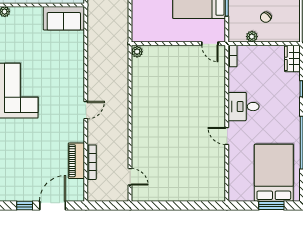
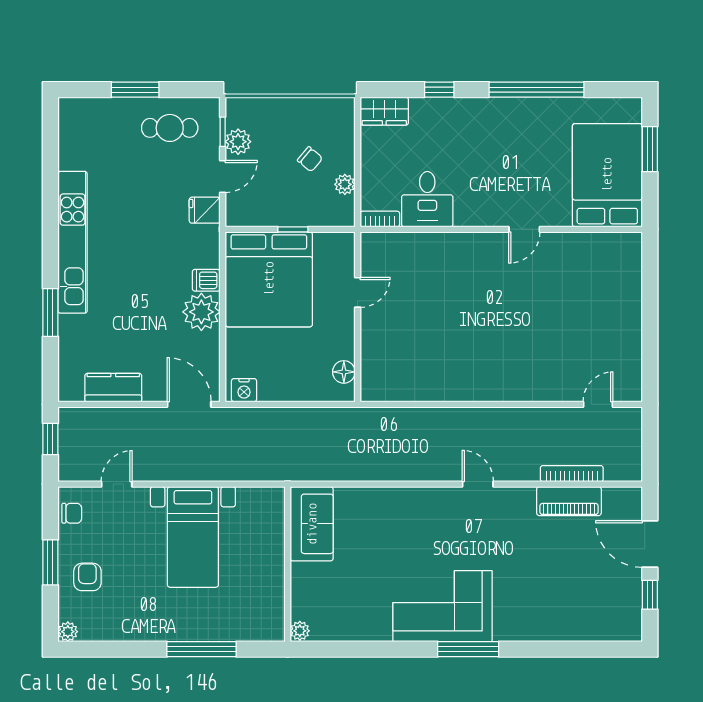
floor lamp: (148, 36) -> (344, 372), added
door: (210, 44) -> (358, 292), moved
plant: (137, 52) -> (372, 392), removed
desk: (244, 107) -> (427, 199), moved
bed: (274, 173) -> (607, 175), moved, turned 90

